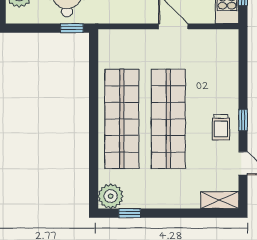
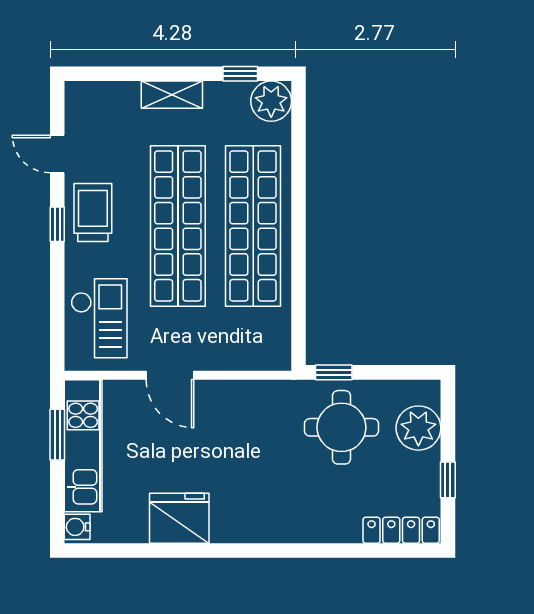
checkout: (217, 62) -> (99, 318), added
trolley: (221, 127) -> (93, 212), width x1.36, depth x1.39
shelving: (220, 200) -> (172, 95), moved

